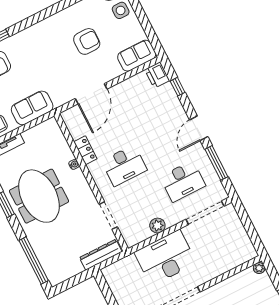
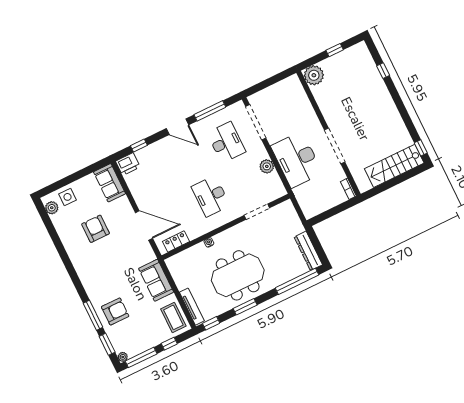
locker: (85, 150) -> (176, 242), moved
desk: (124, 165) -> (211, 196), turned 180
dresser: (101, 255) -> (308, 251), moved
plant: (259, 268) -> (314, 75), width x1.87, depth x1.87

